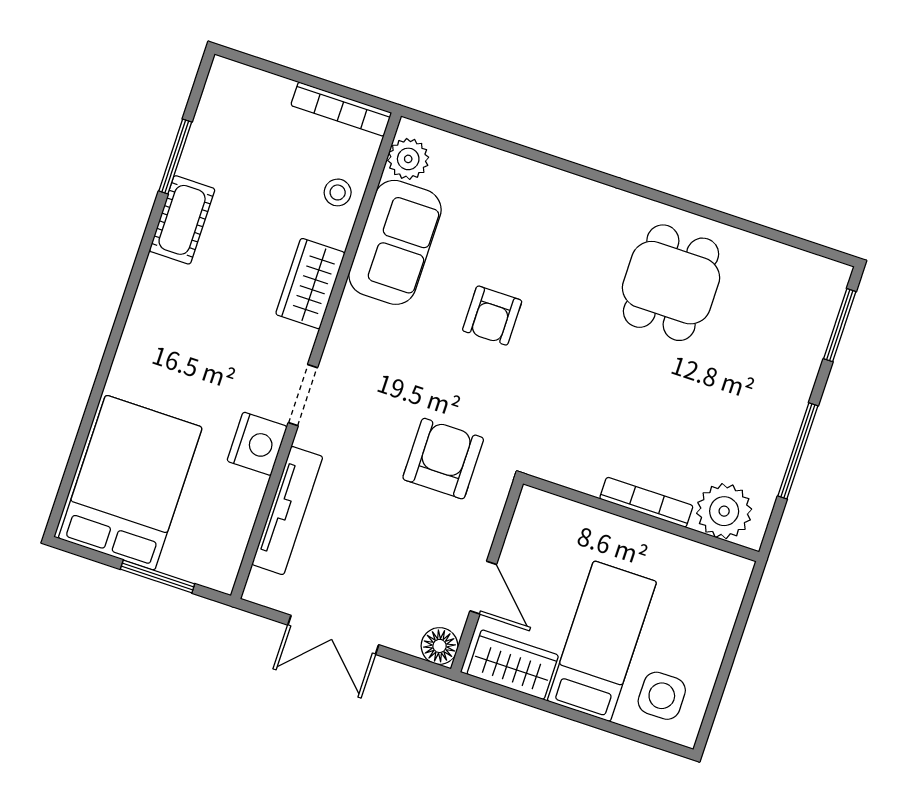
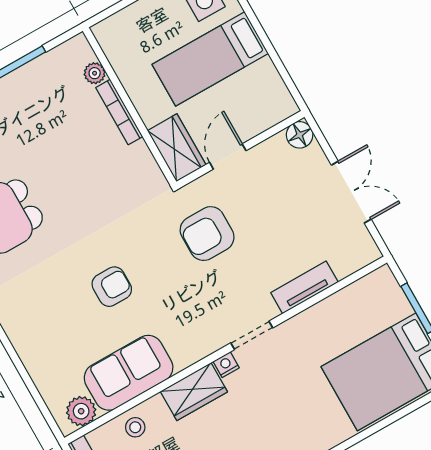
nightstand: (257, 444) -> (226, 365), moved, width x0.53, depth x0.56
tv unit: (287, 511) -> (304, 287), width x0.71
plant: (724, 511) -> (95, 73), width x0.53, depth x0.53
door: (483, 588) -> (228, 156), moved
wardrobe: (513, 665) -> (177, 148), moved, turned 180

